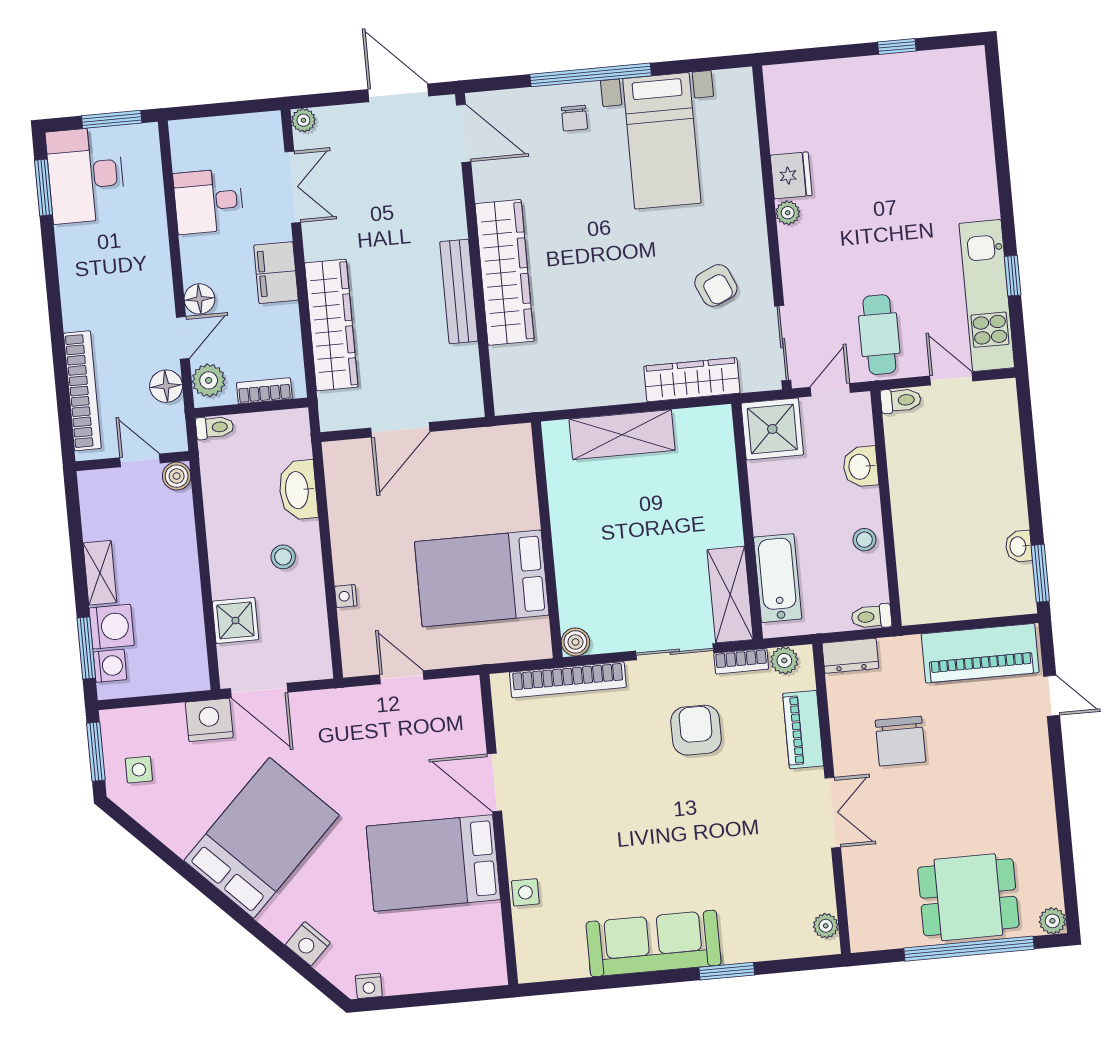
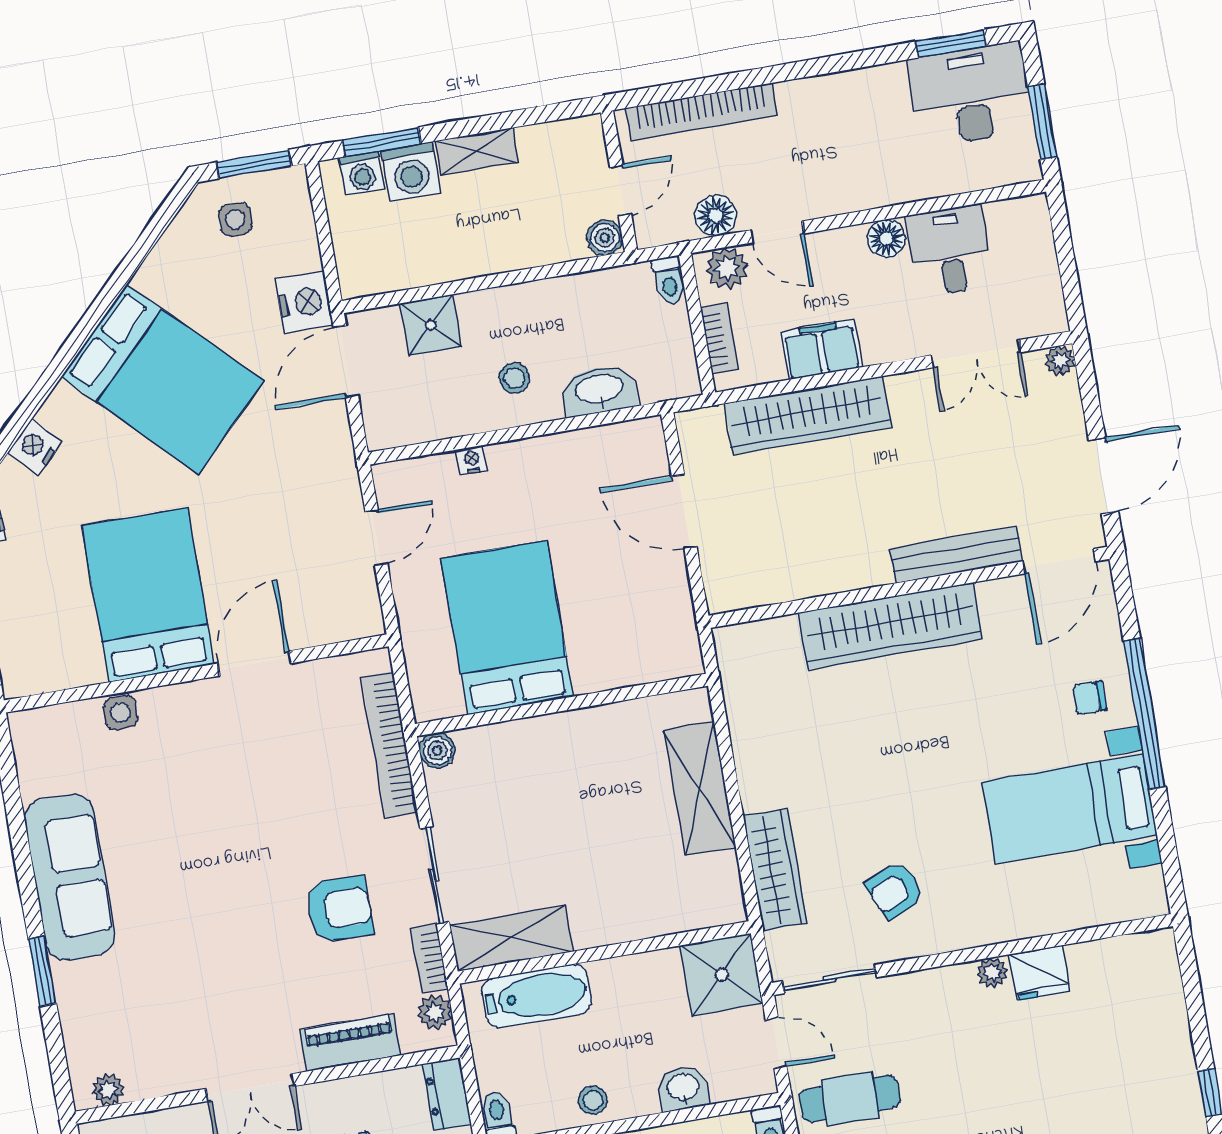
filing cabinet: (276, 273) -> (821, 349), moved
bench: (459, 291) -> (956, 555), moved
floor lamp: (199, 299) -> (886, 239), moved

